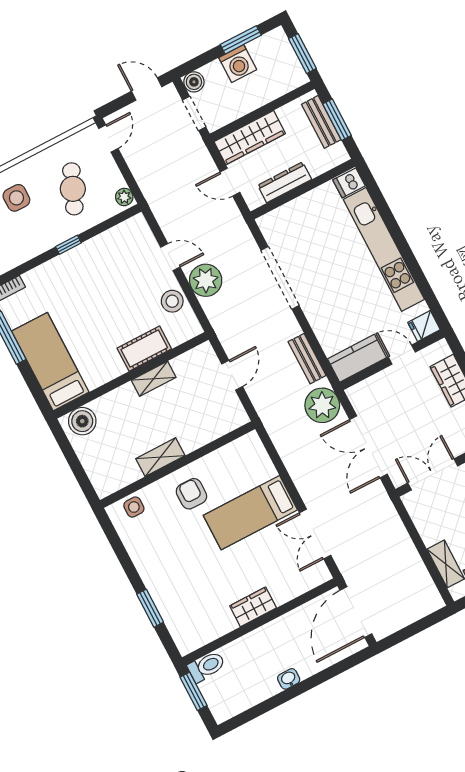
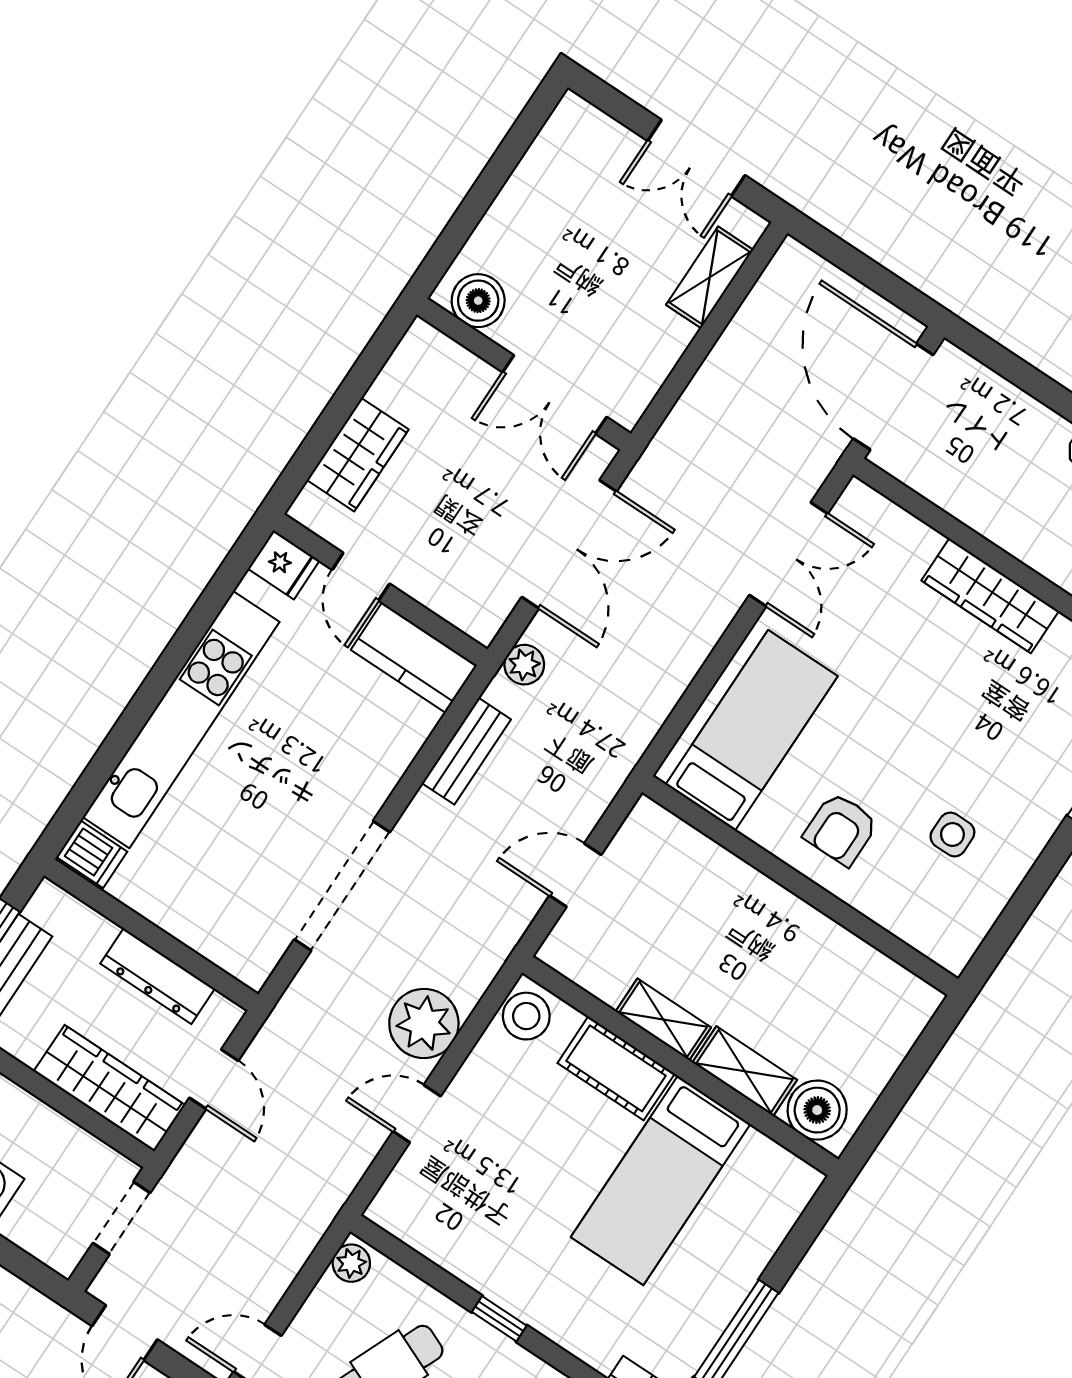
boiler: (194, 82) -> (62, 1251), removed
door: (170, 257) -> (417, 1114), hinge flipped
stool: (172, 301) -> (526, 1016), moved
bed: (50, 362) -> (661, 1180), moved
plant: (322, 405) -> (524, 665), width x0.53, depth x0.53
shelving: (160, 457) -> (745, 1071), moved
side table: (134, 507) -> (952, 834), moved
bed: (250, 513) -> (752, 730), moved, turned -90
wardrobe: (253, 607) -> (990, 596), width x1.50
door: (356, 612) -> (893, 397), swing flipped

